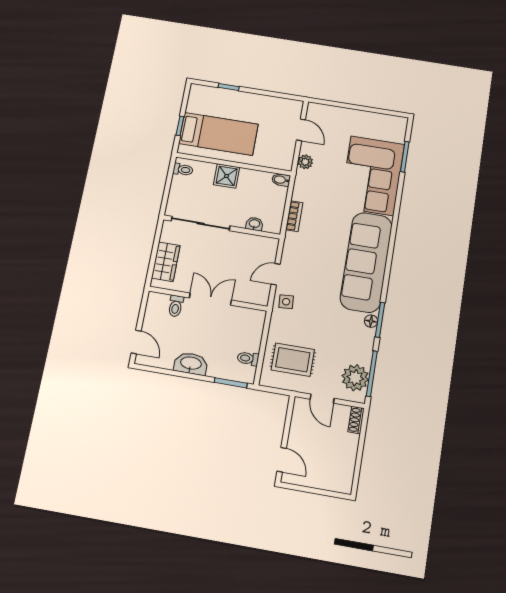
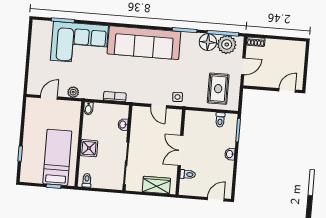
floor lamp: (371, 321) -> (208, 42), moved, width x1.89, depth x1.89
washbasin: (191, 364) -> (230, 154), width x0.52, depth x0.69

